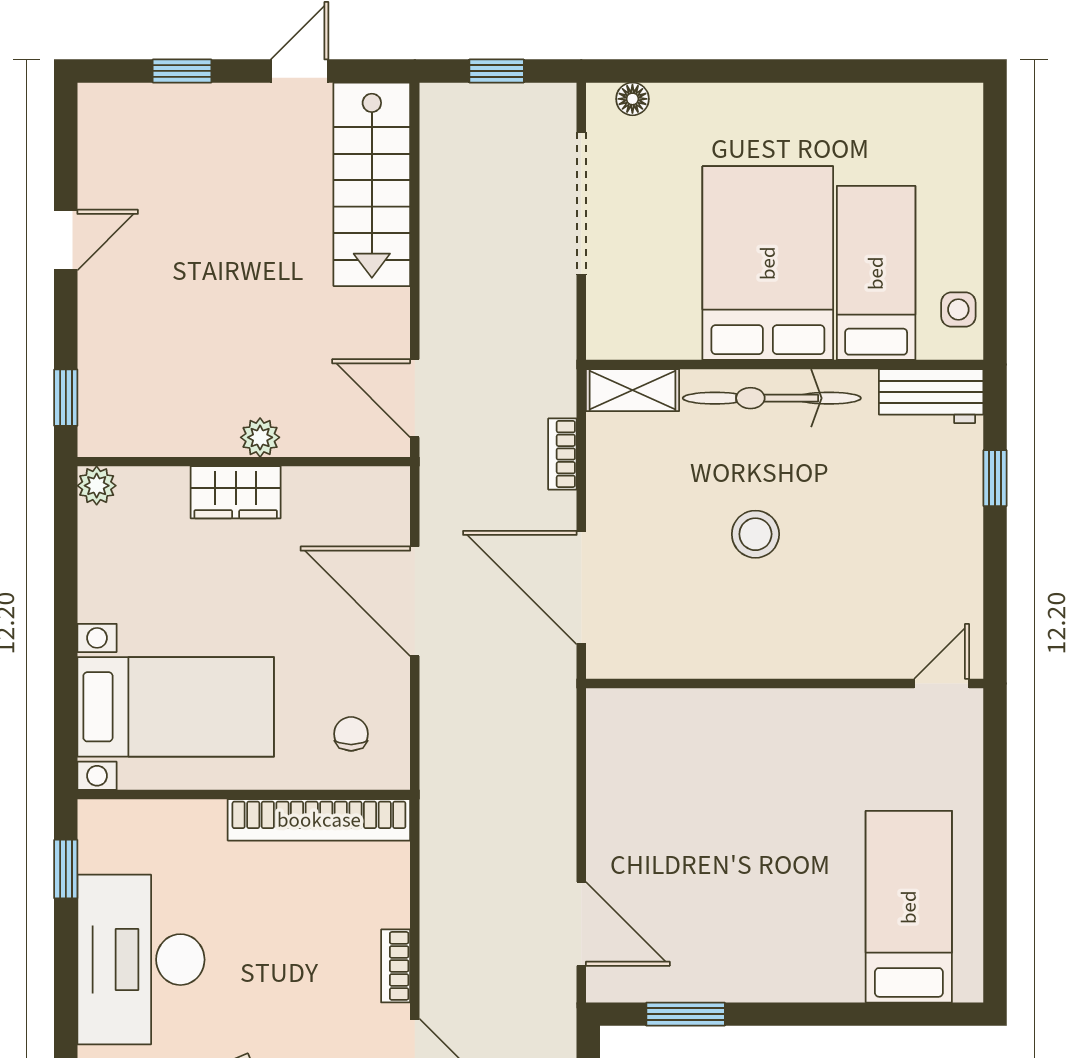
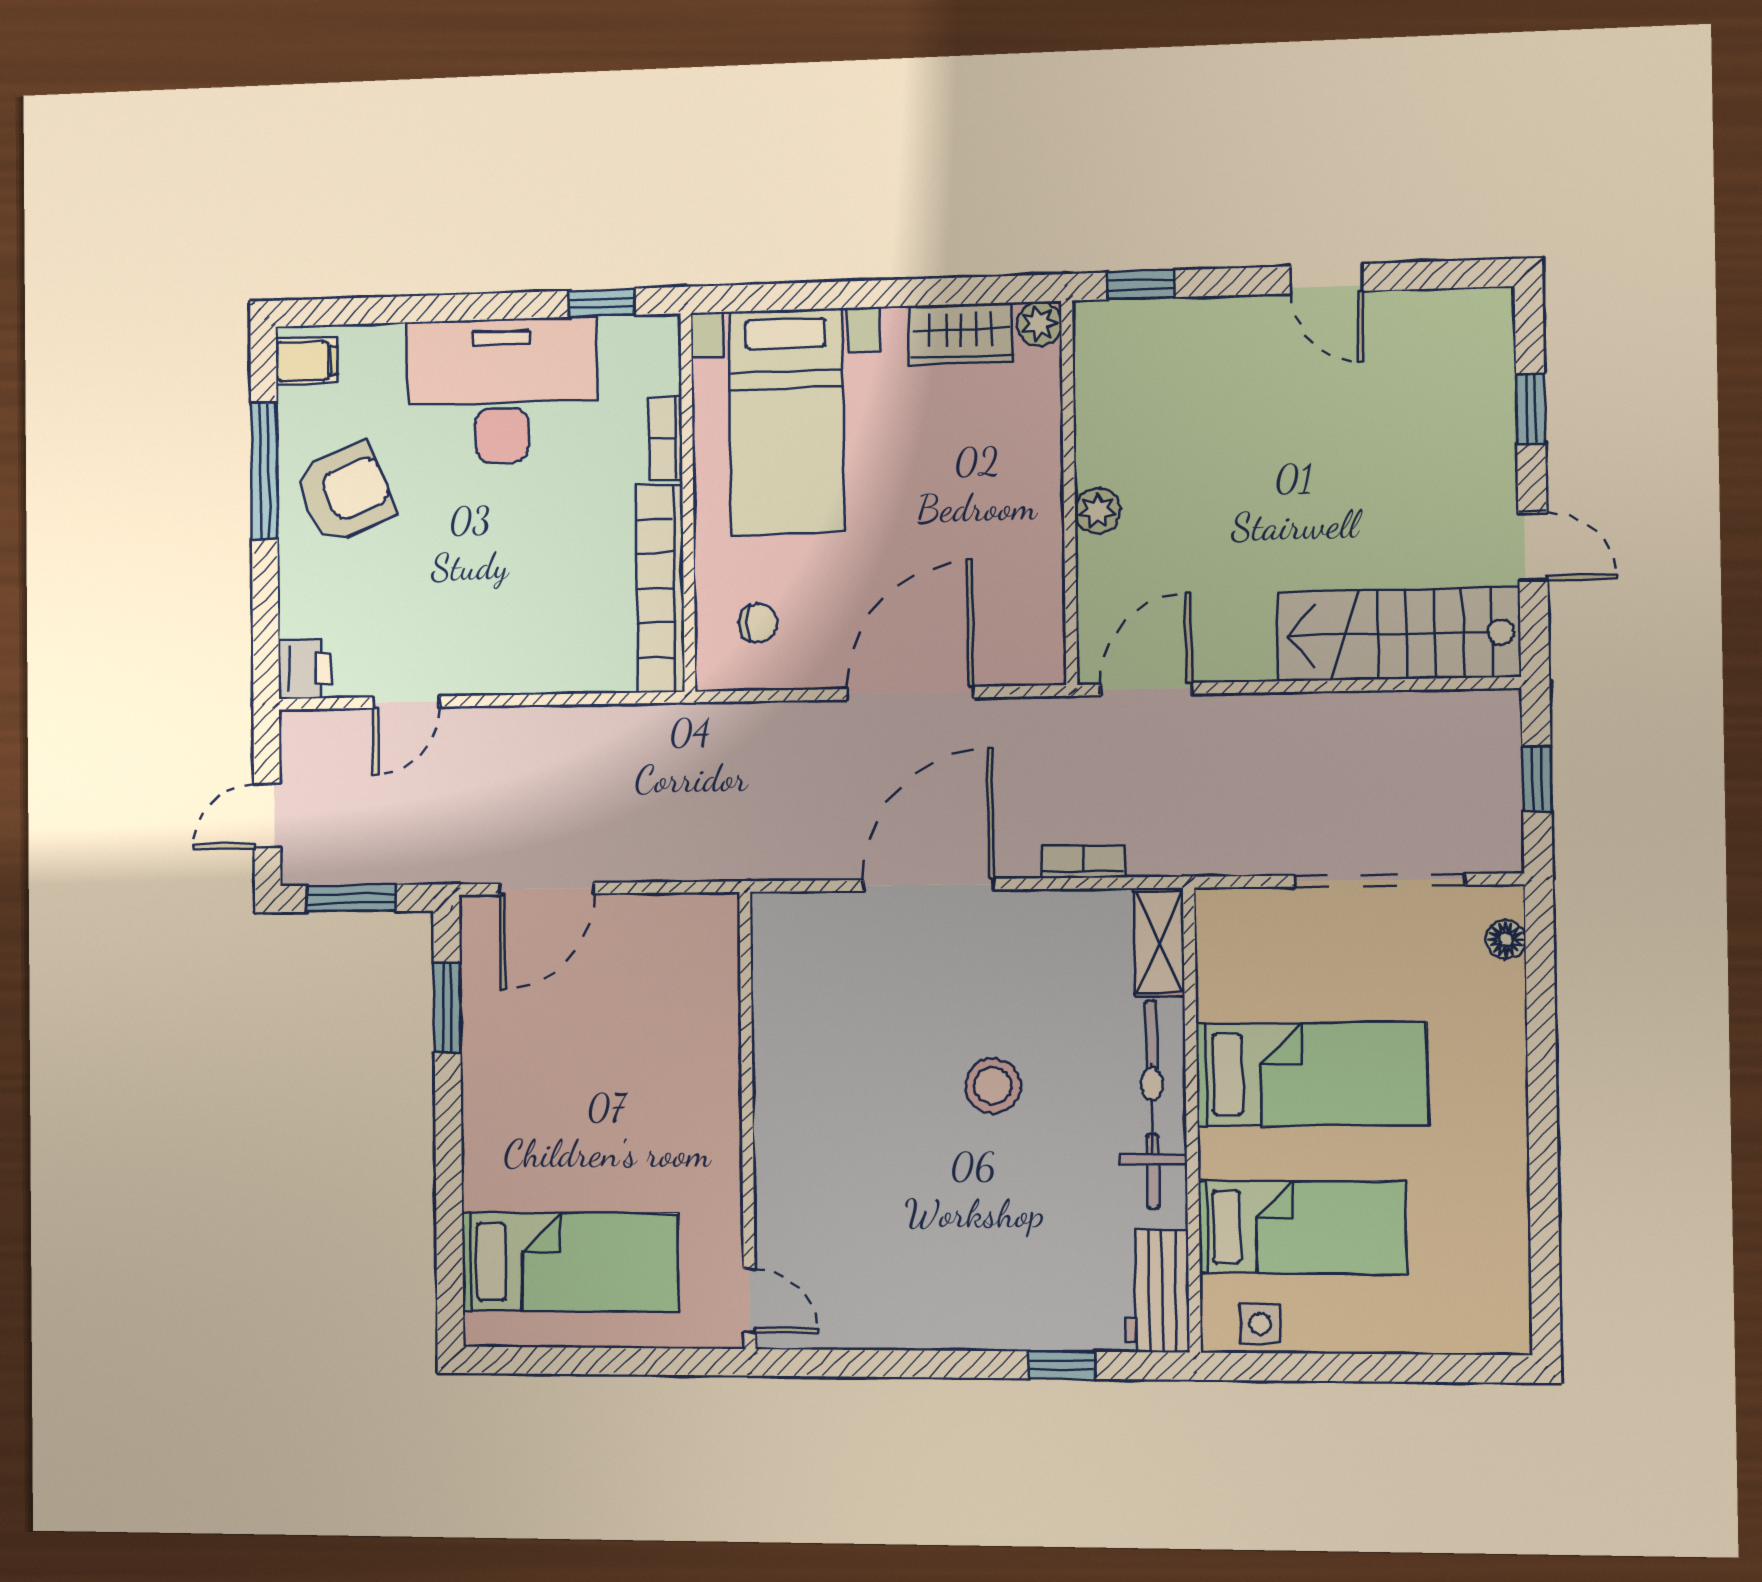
bed: (768, 263) -> (1311, 1074), width x0.67
wardrobe: (236, 492) -> (961, 334), moved, turned -90
wall: (785, 684) -> (747, 1120), moved
door: (942, 684) -> (749, 1301), moved
bookcase: (396, 966) -> (666, 439), moved, turned -90

